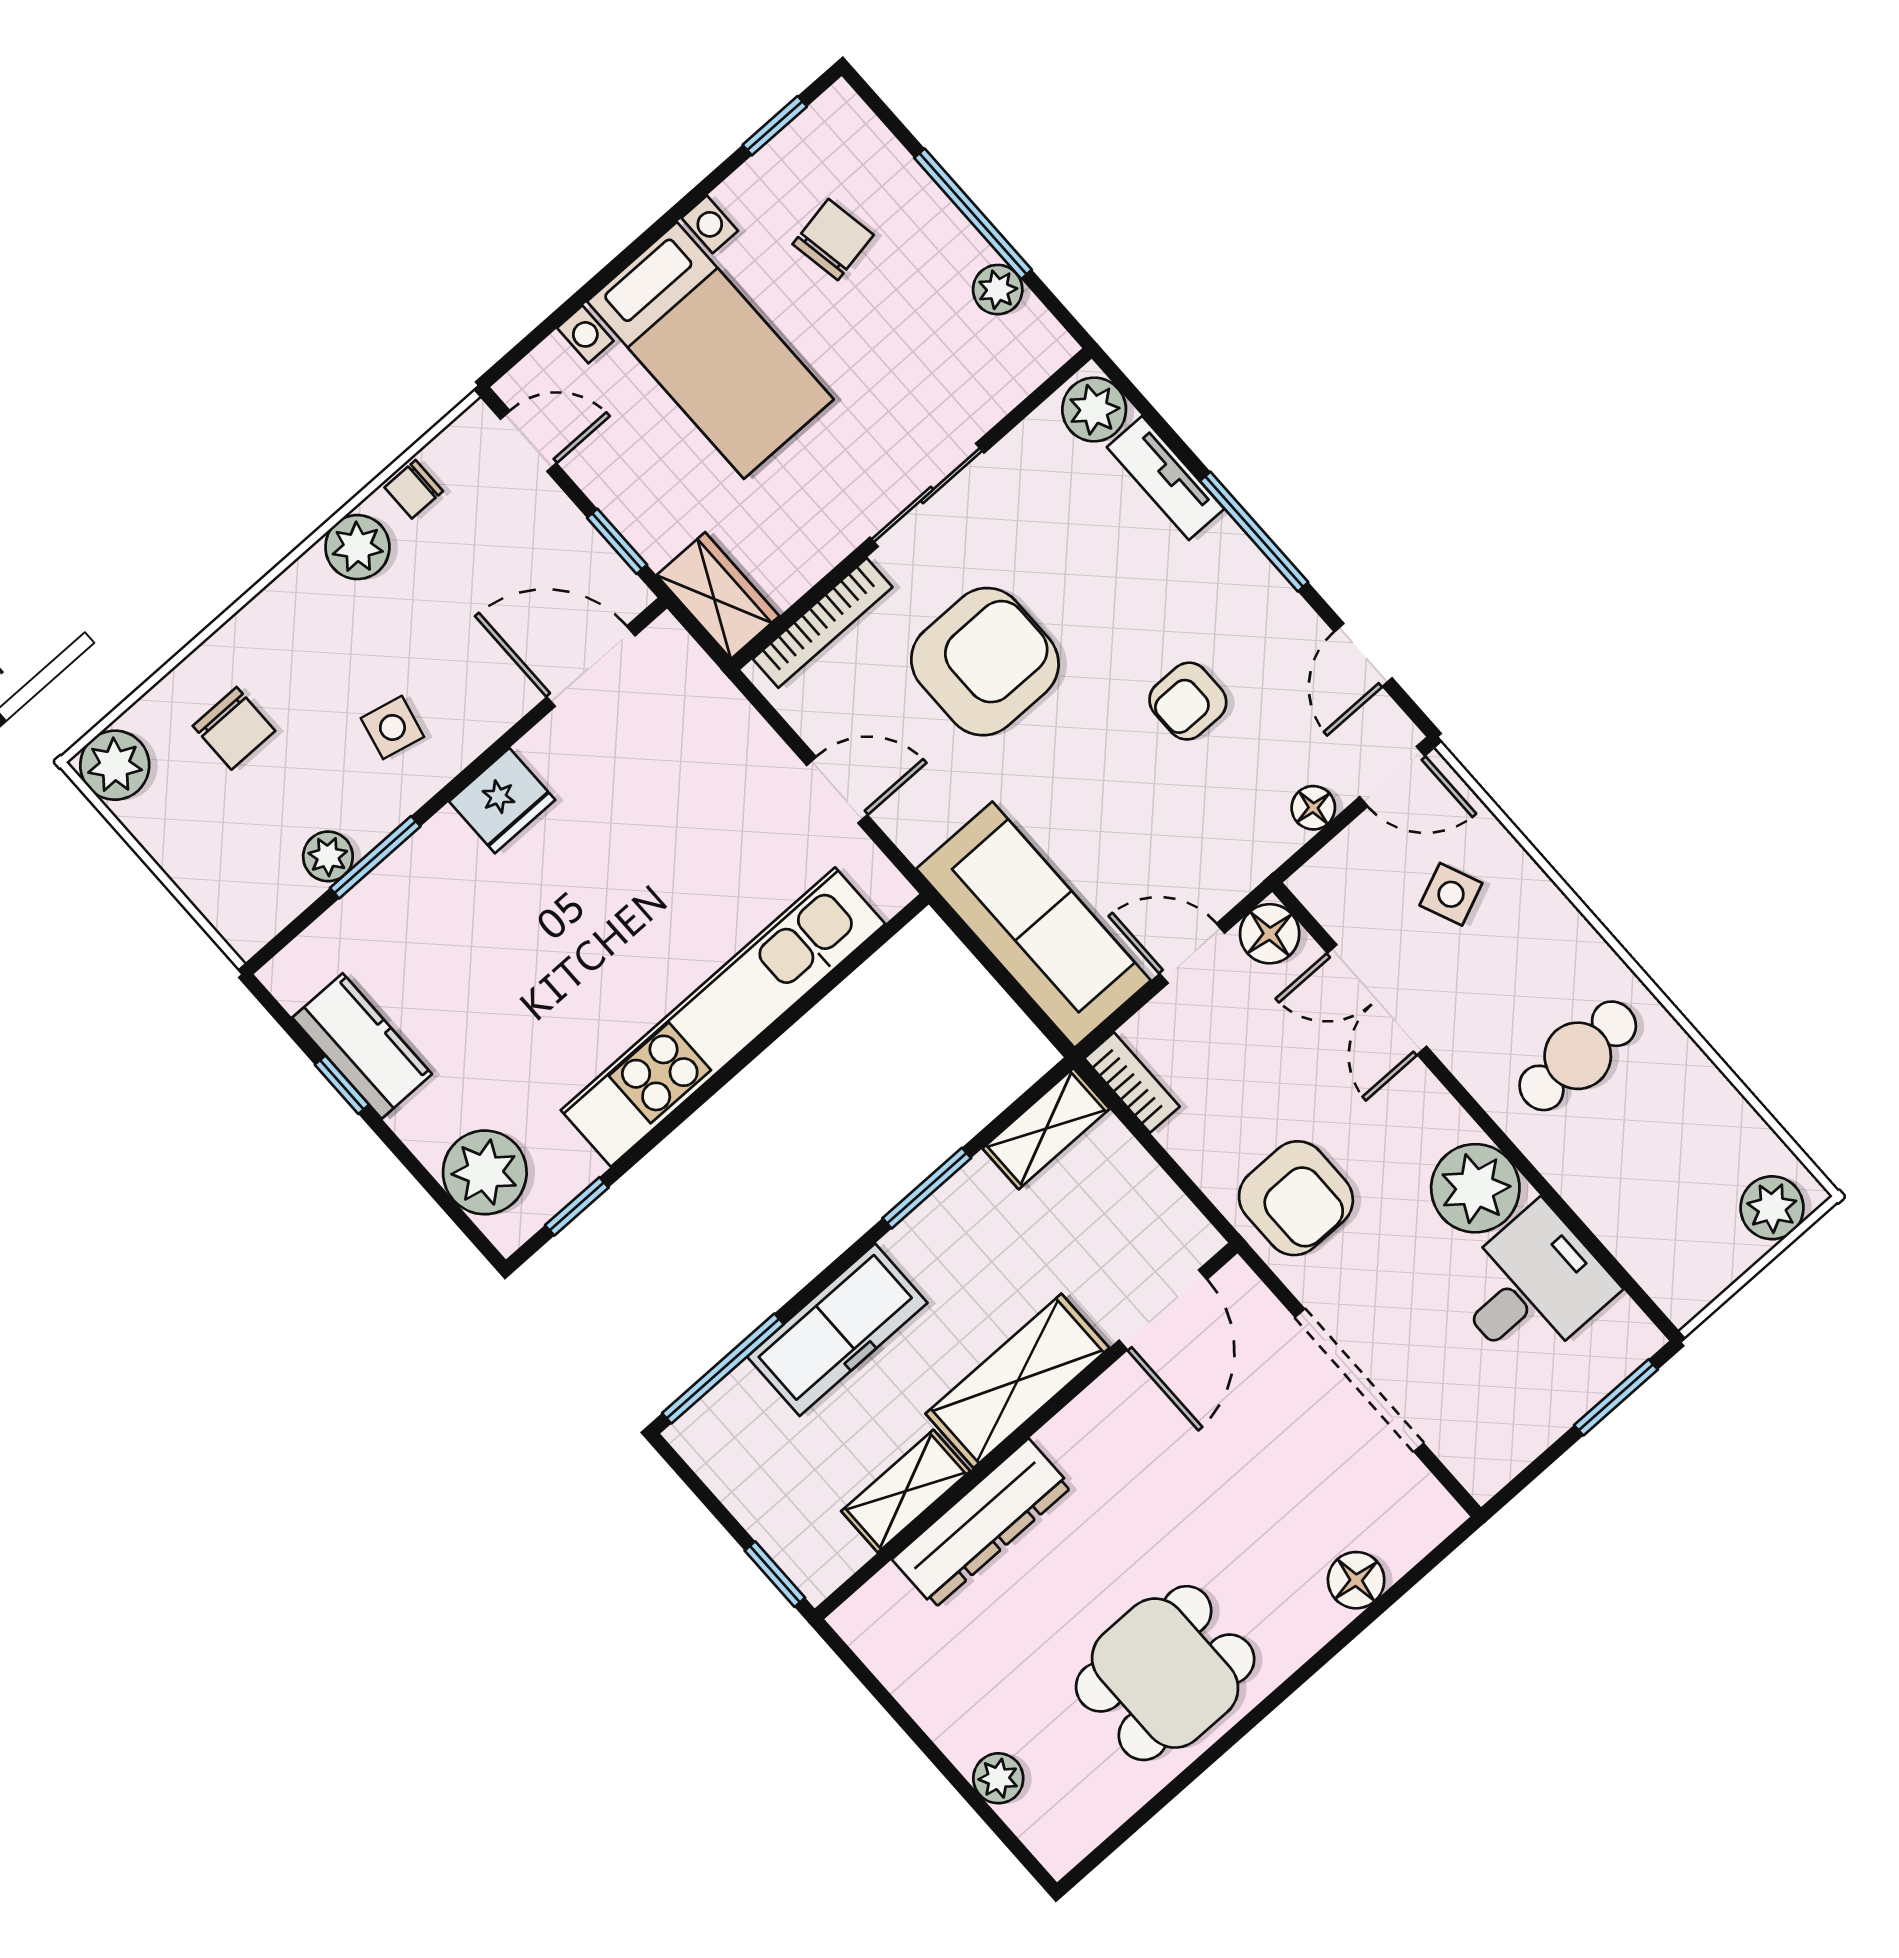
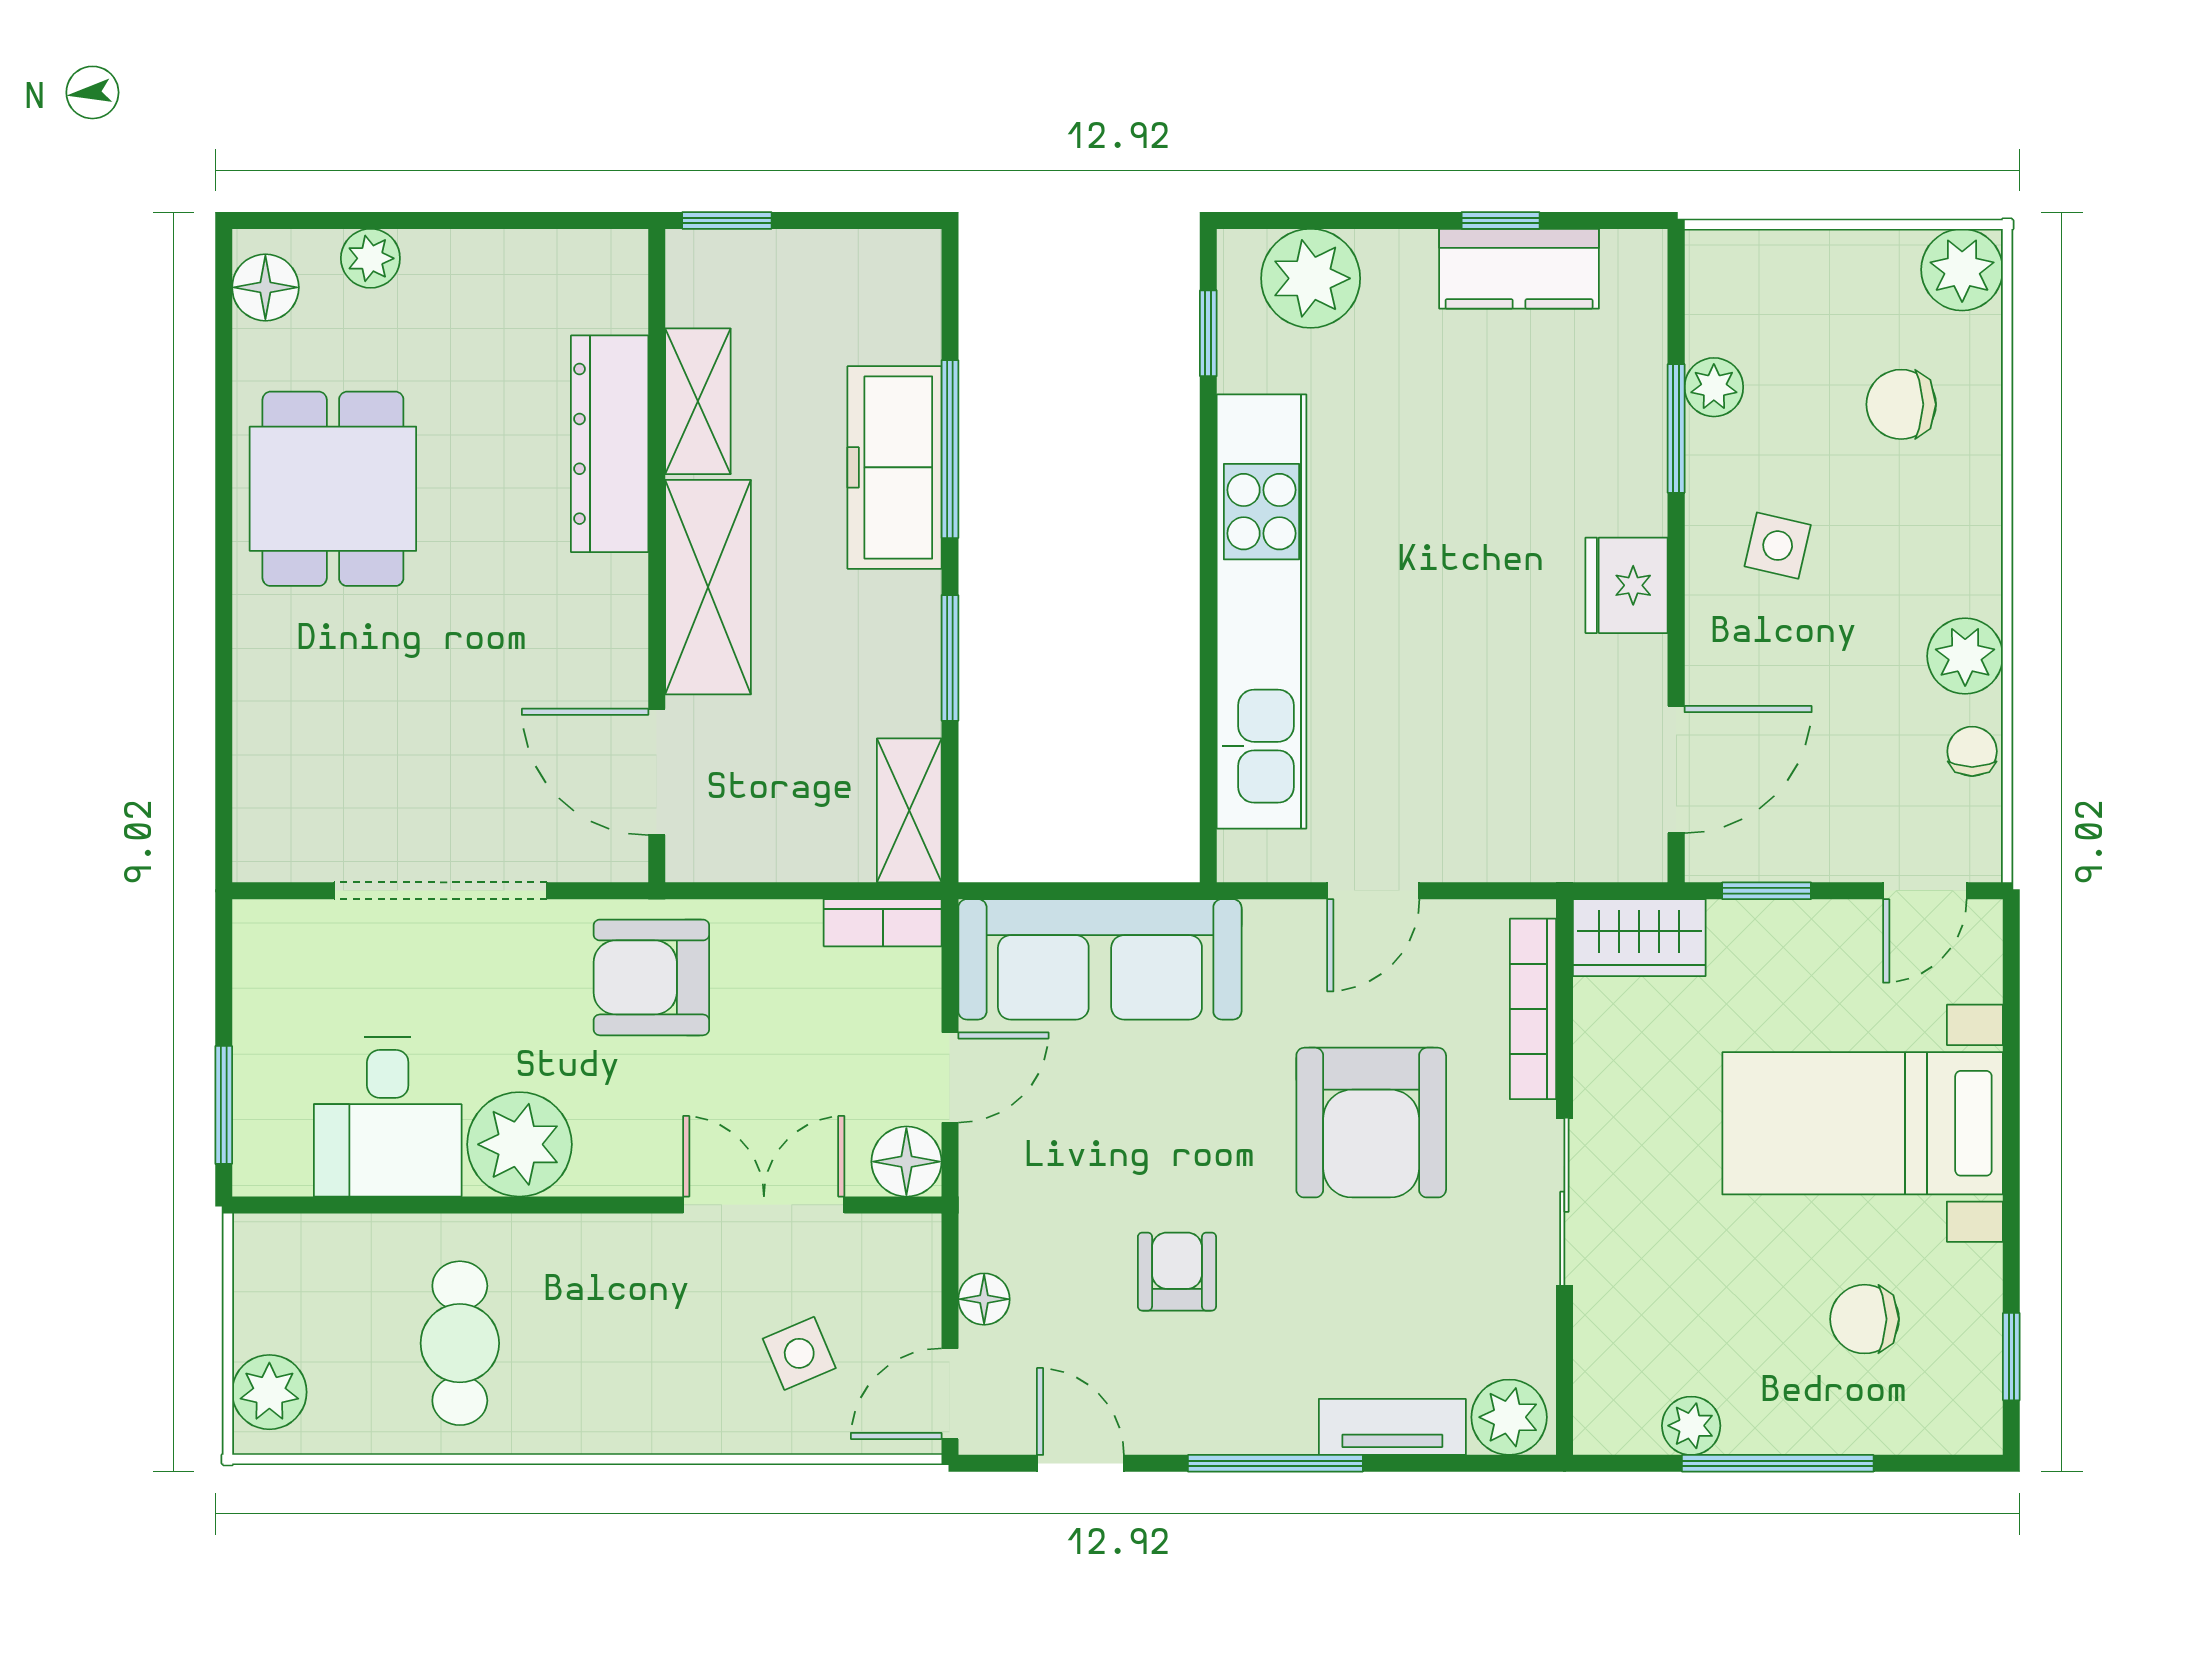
chair: (833, 240) -> (1865, 1319), turned 100
cafe table: (1578, 1056) -> (460, 1343), moved
window: (723, 1369) -> (950, 449), moved
floor lamp: (1356, 1580) -> (265, 287), moved

